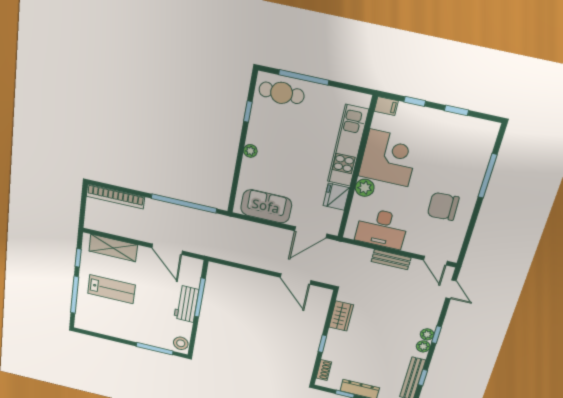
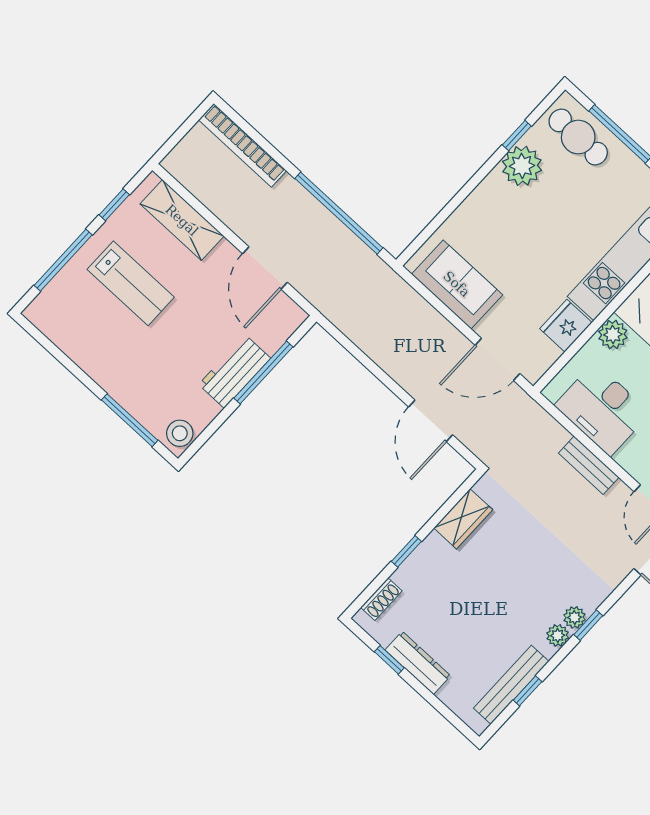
plant: (250, 151) -> (522, 166), moved, width x1.88, depth x1.88

